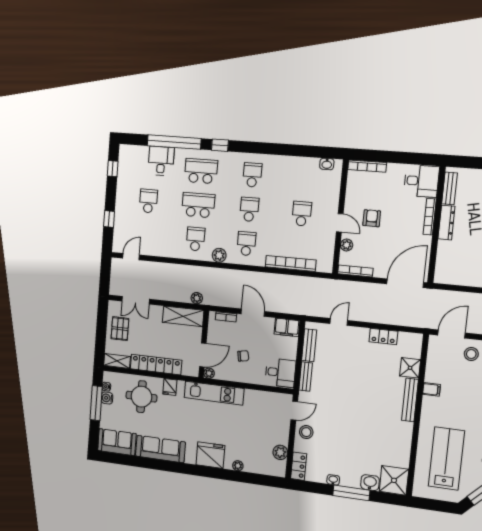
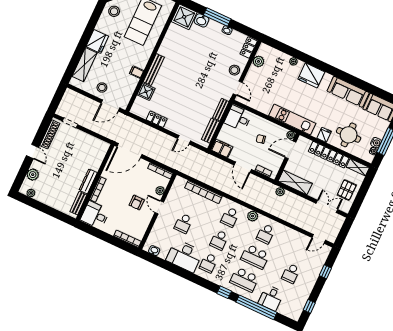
desk: (286, 172) -> (184, 256), added
door: (294, 411) -> (238, 88), swing flipped

